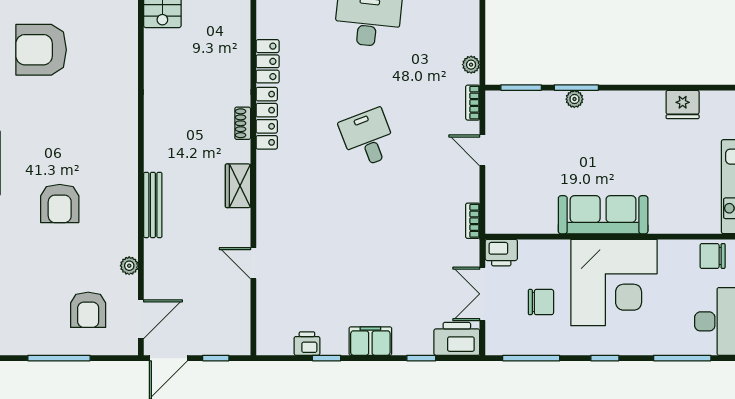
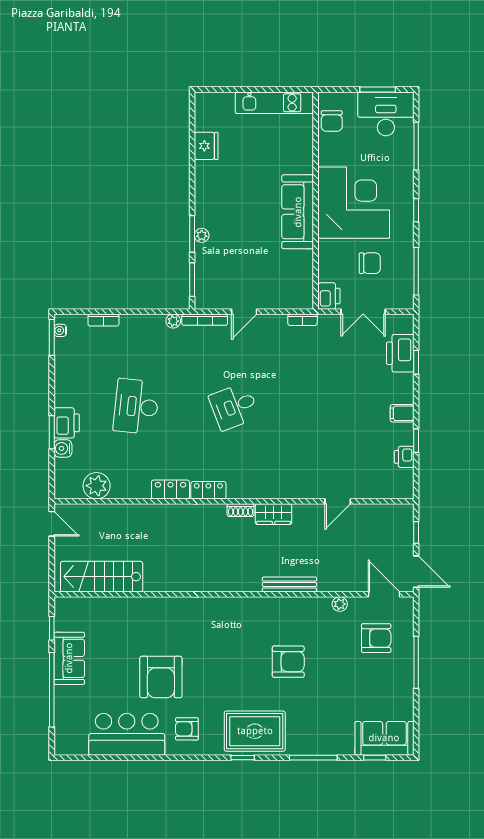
bookcase: (473, 103) -> (205, 320), width x1.56
locker: (267, 118) -> (208, 490), width x0.66
shoe rack: (243, 123) -> (241, 510), moved
chair: (541, 302) -> (370, 263), turned 90
printer: (457, 339) -> (400, 353), moved
filing cabinet: (370, 341) -> (402, 413), width x0.50

